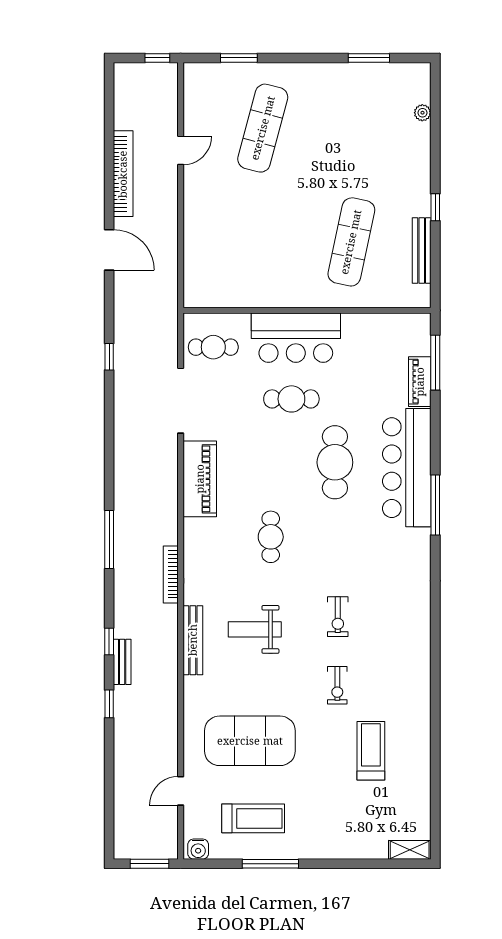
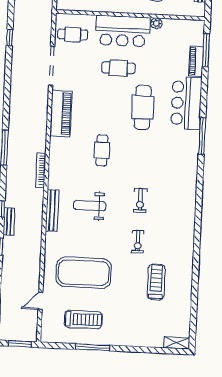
plant: (351, 322) -> (156, 23), added
bar counter: (407, 468) -> (186, 103), width x0.73
water cooler: (198, 849) -> (49, 336), removed

